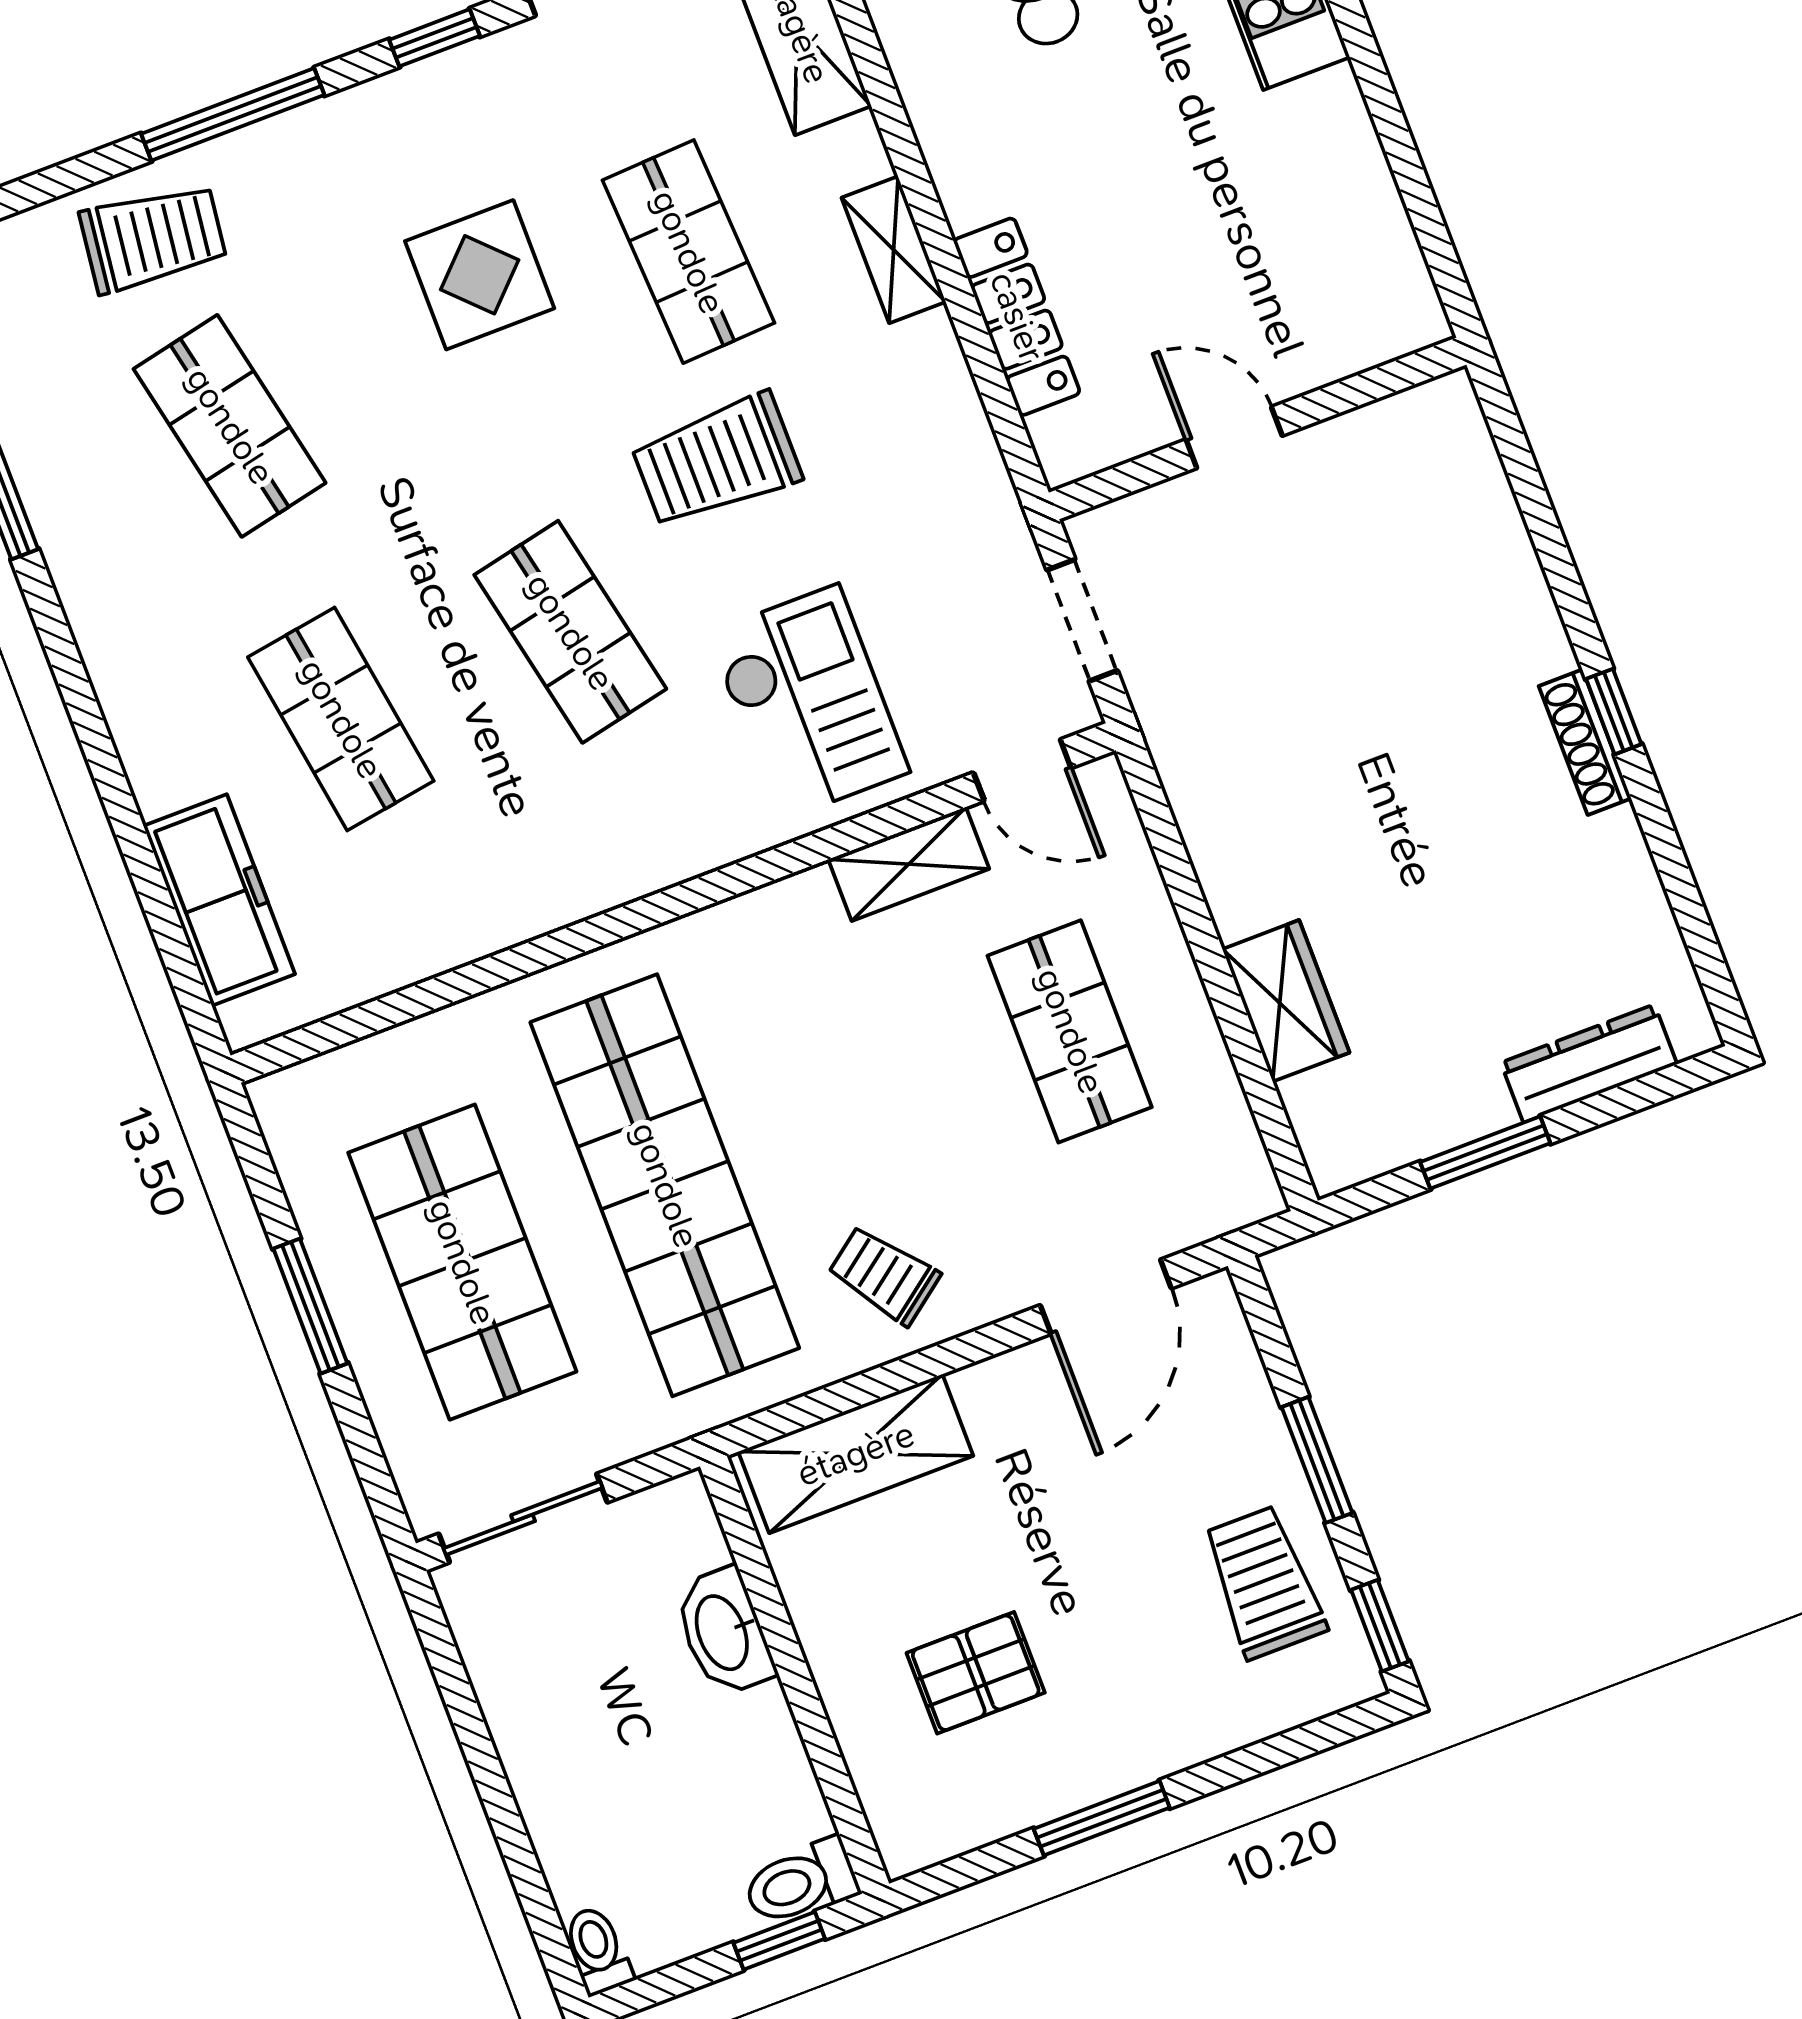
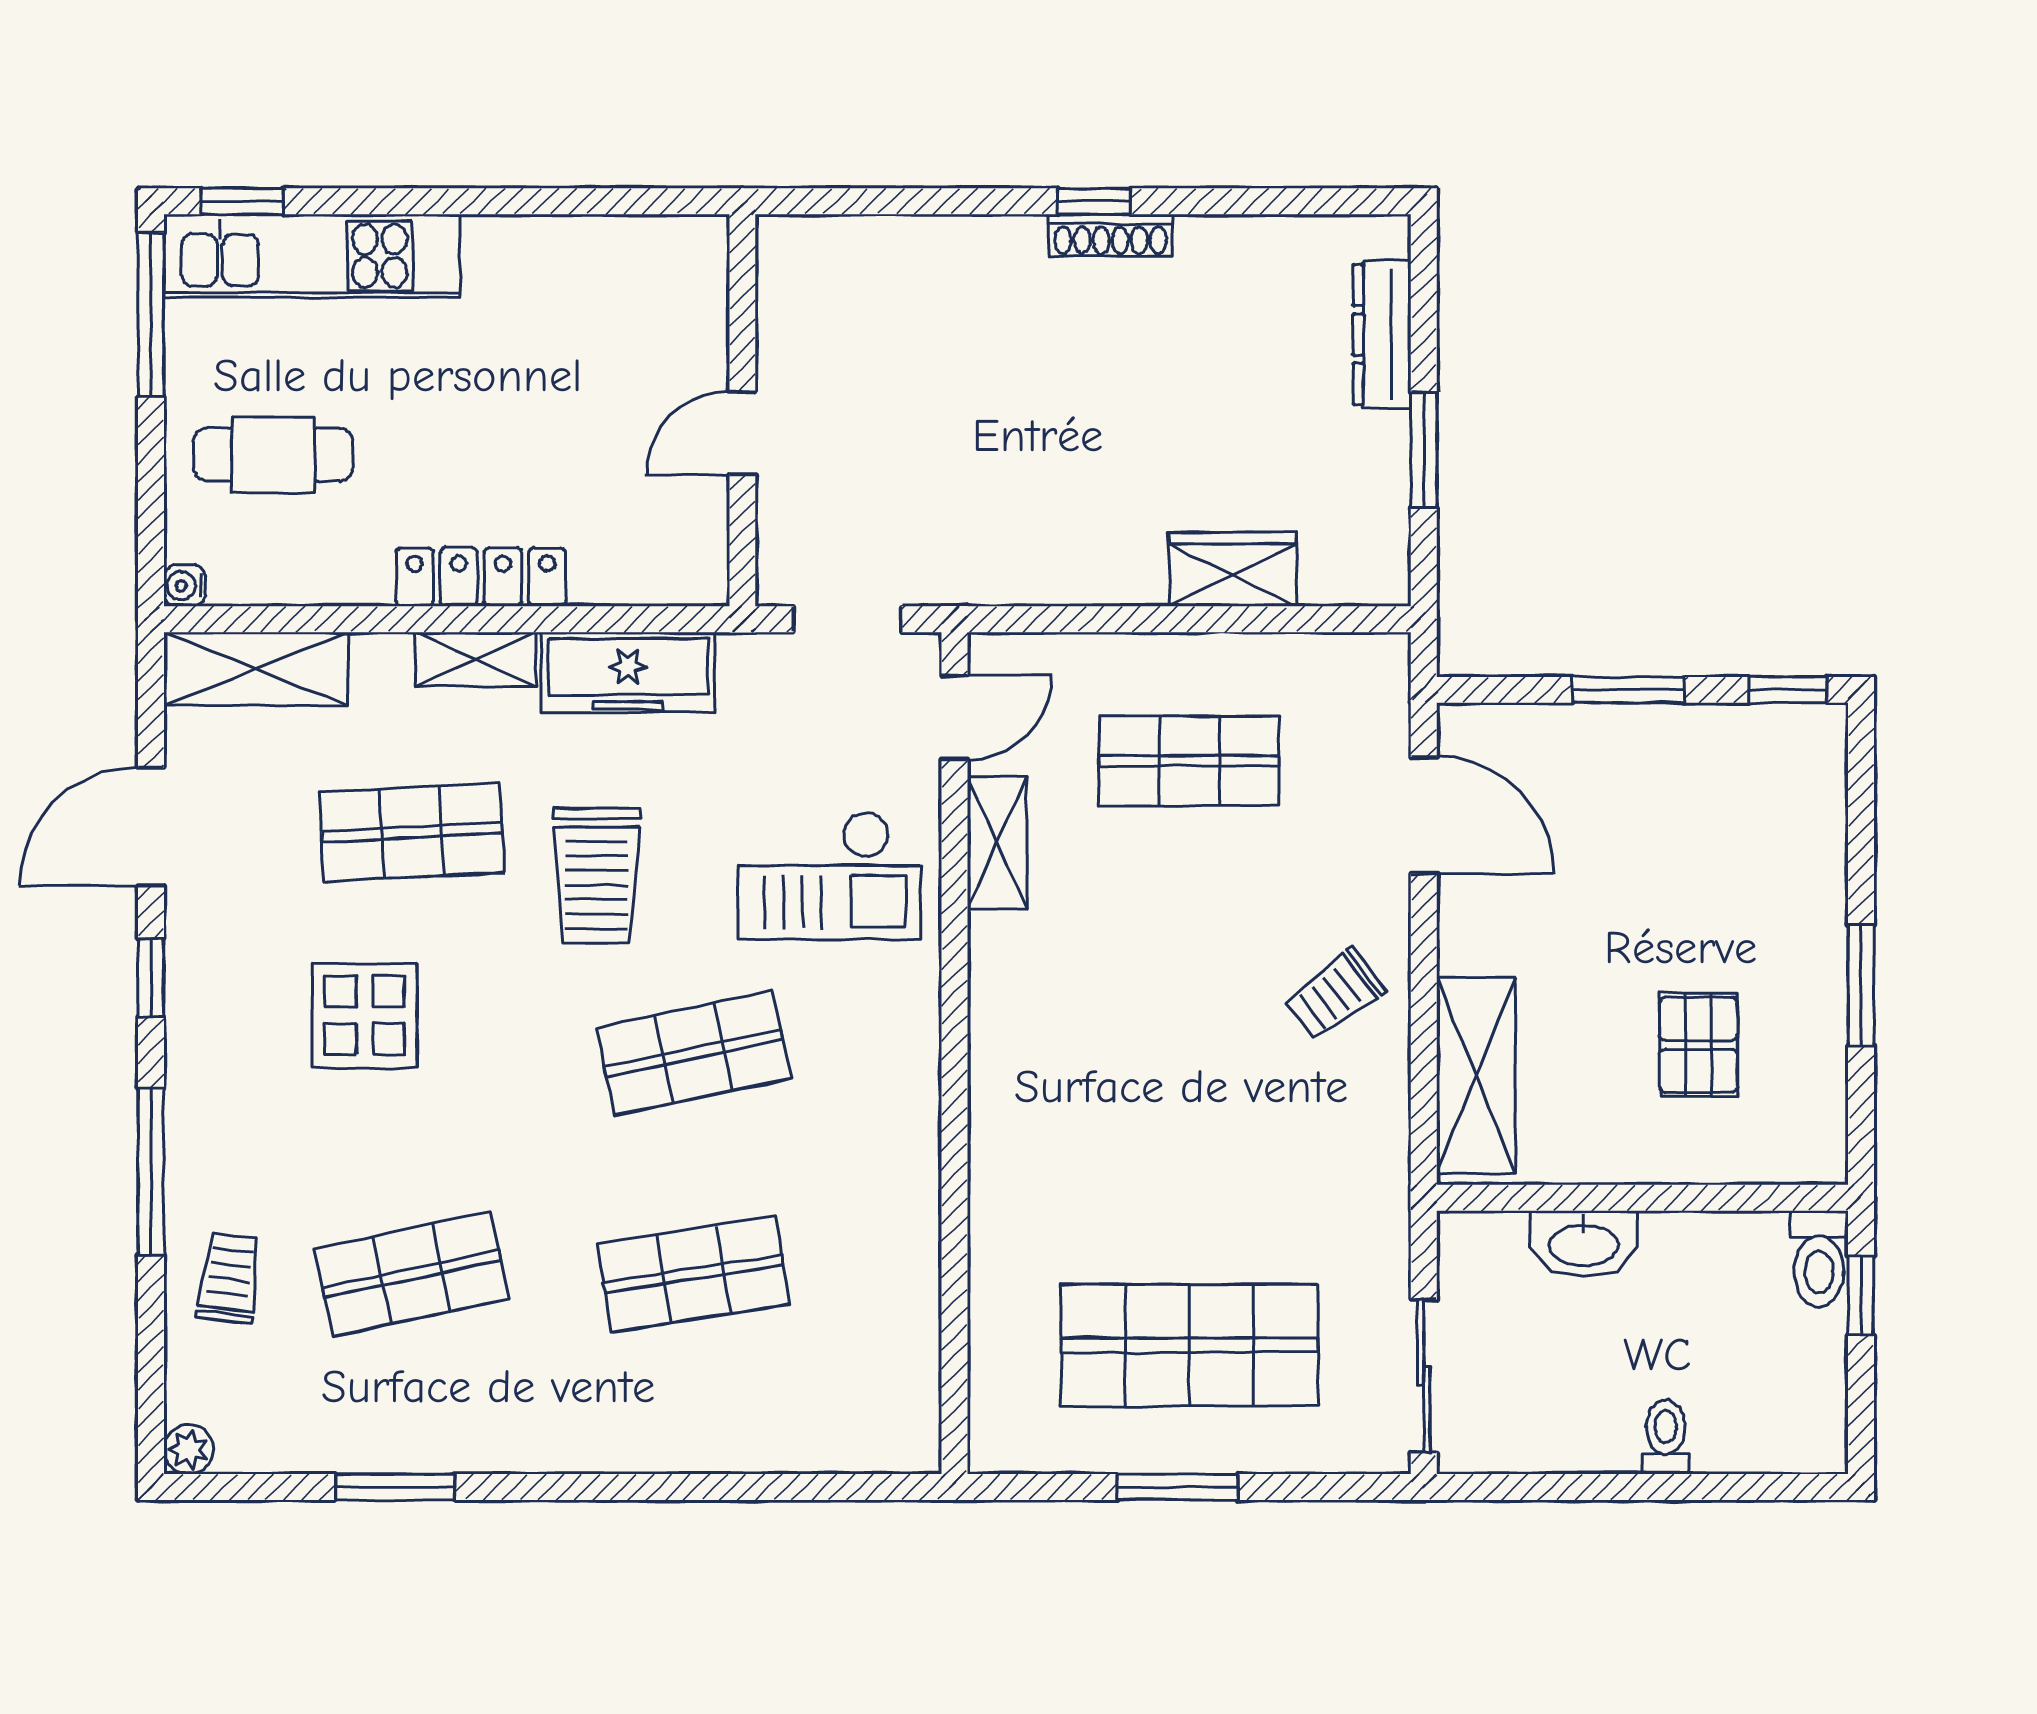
trolley: (153, 238) -> (229, 1278), width x0.73, depth x0.72
locker: (1017, 317) -> (481, 577), moved
checkout: (808, 703) -> (829, 876), turned 180
freezer: (219, 900) -> (628, 672), moved, turned 180
shop shelf: (665, 1185) -> (1189, 1151), removed
trolley: (1264, 1582) -> (1714, 773), removed
toilet: (597, 1950) -> (1666, 1437), moved, turned 90

